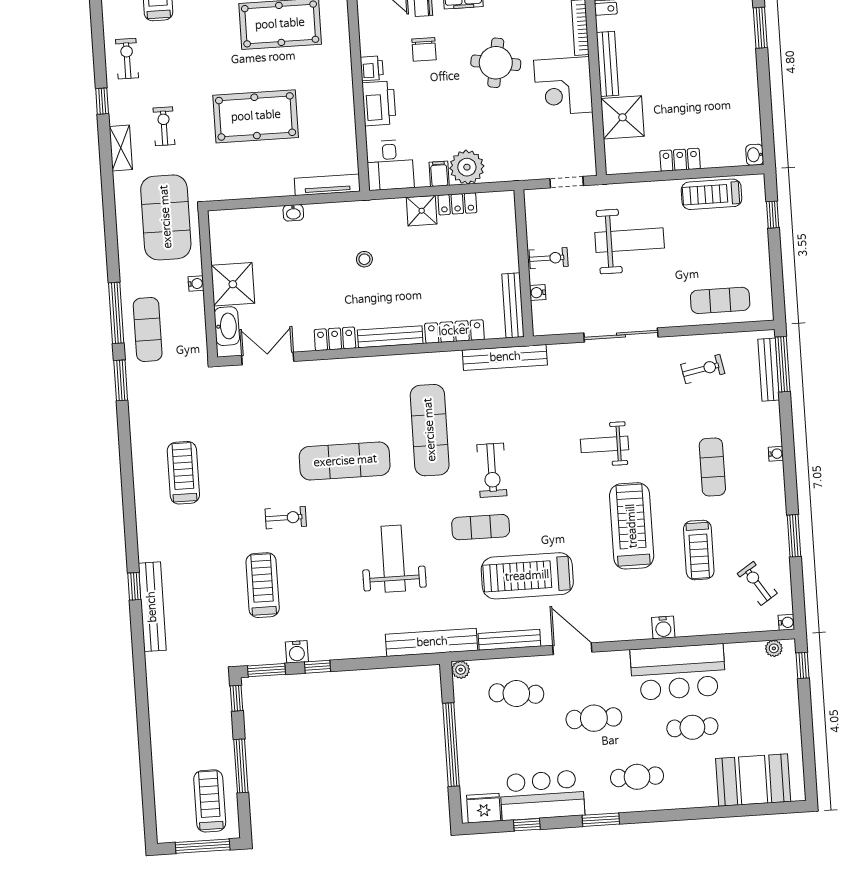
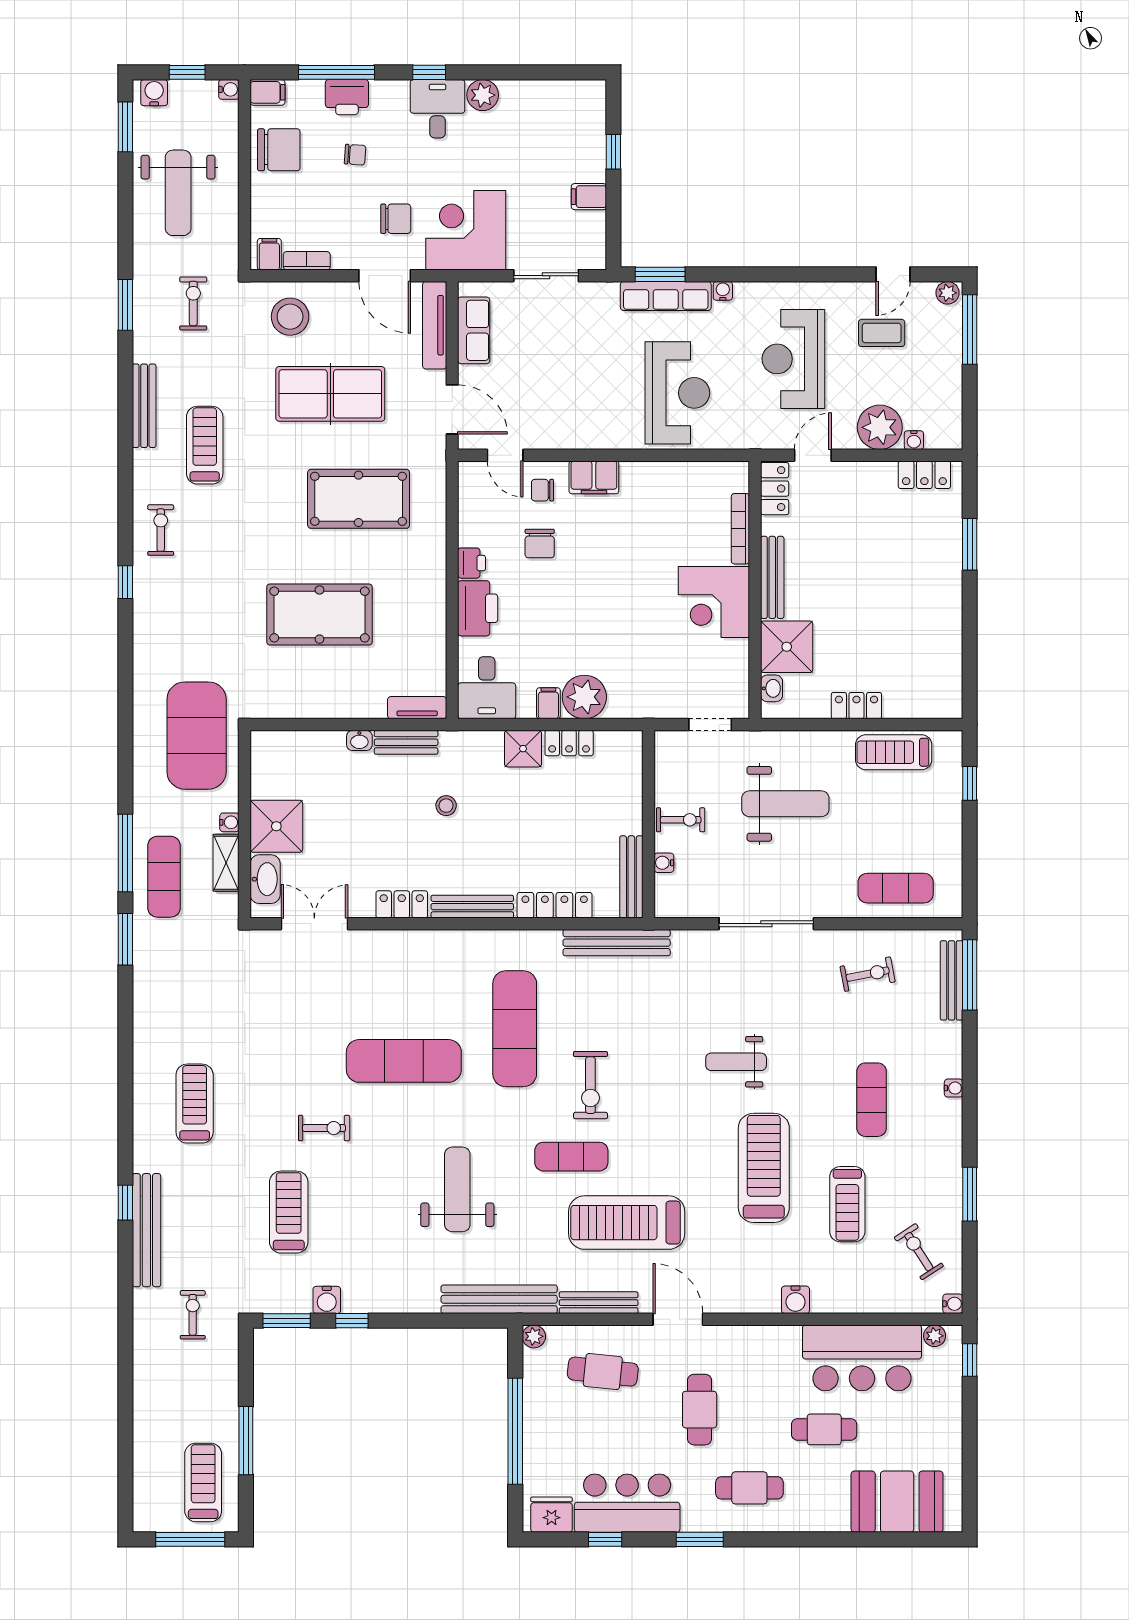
round table: (496, 63) -> (630, 566), removed
exercise bike: (164, 126) -> (193, 1315), moved
shelving: (121, 148) -> (226, 863), moved
washbasin: (755, 155) -> (772, 688), moved, turned 180
tv unit: (327, 185) -> (417, 708), width x0.71
bench: (330, 212) -> (406, 742), added
treadmill: (183, 473) -> (195, 1104), moved
bar counter: (678, 672) -> (862, 1358), moved
window: (236, 698) -> (246, 1354), removed
cafe table: (594, 718) -> (700, 1410), turned 90

